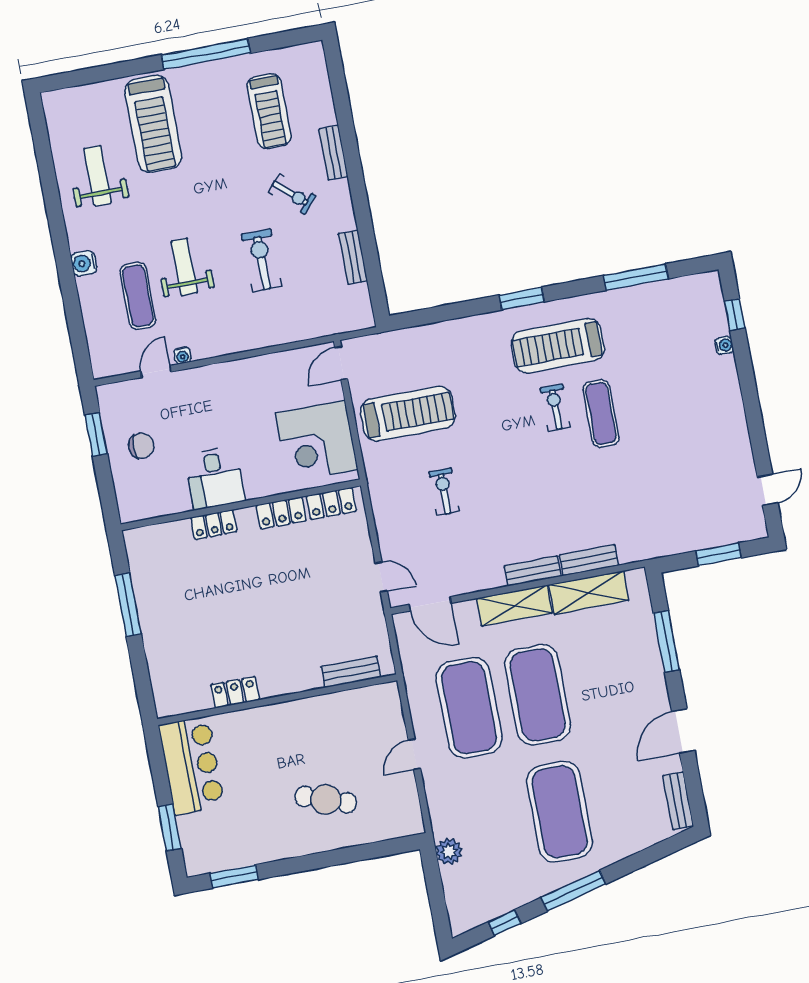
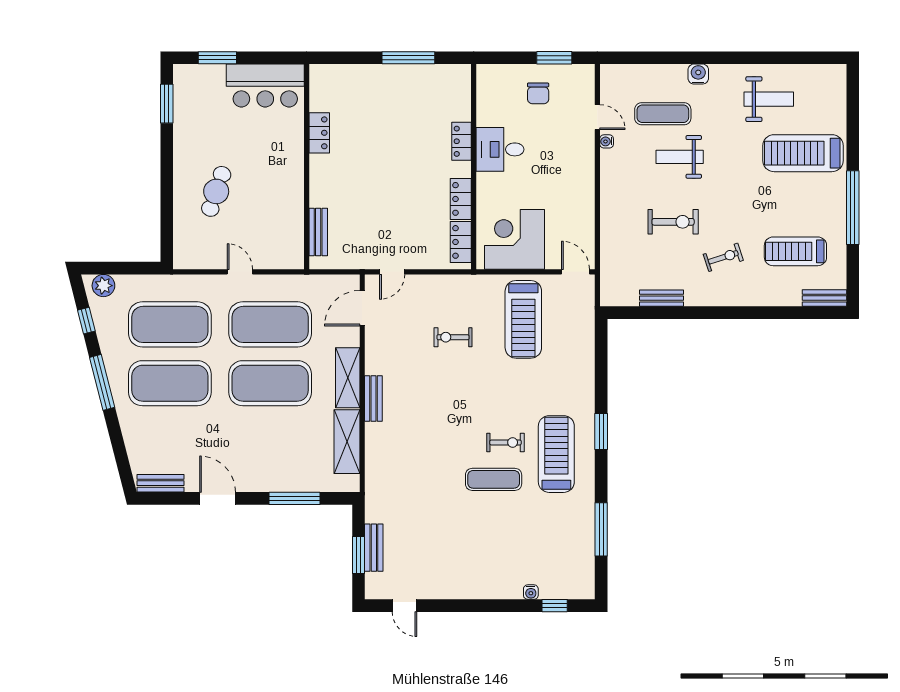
bench: (333, 153) -> (825, 298), moved
exercise bike: (292, 194) -> (723, 257), turned -150
weight bench: (184, 267) -> (680, 157), turned 180
exercise bike: (444, 492) -> (453, 337), turned 180
bench: (589, 560) -> (374, 548), moved
exercise mat: (491, 825) -> (170, 324), added
plant: (449, 851) -> (103, 286), moved

